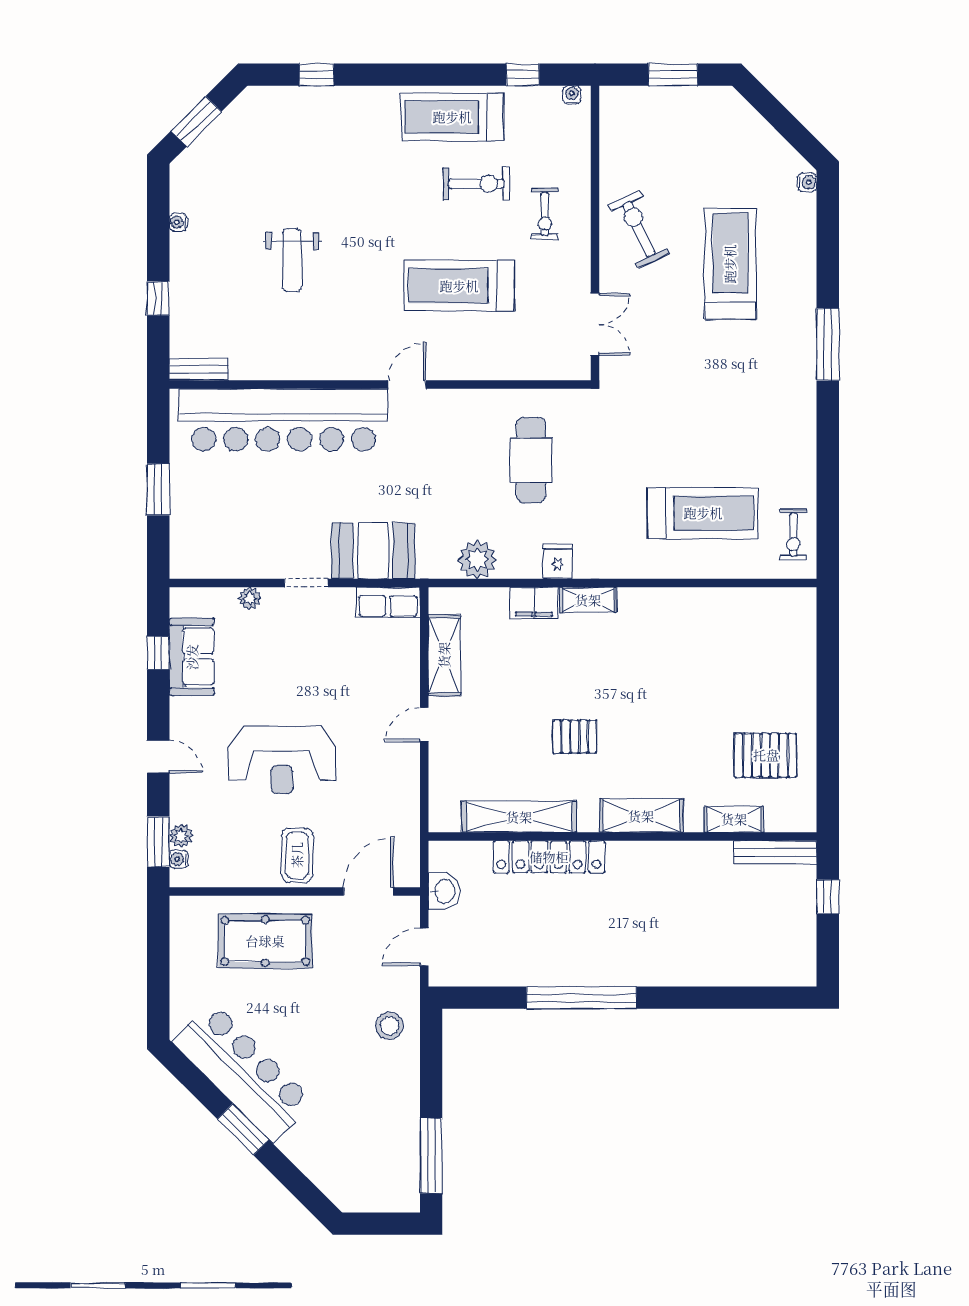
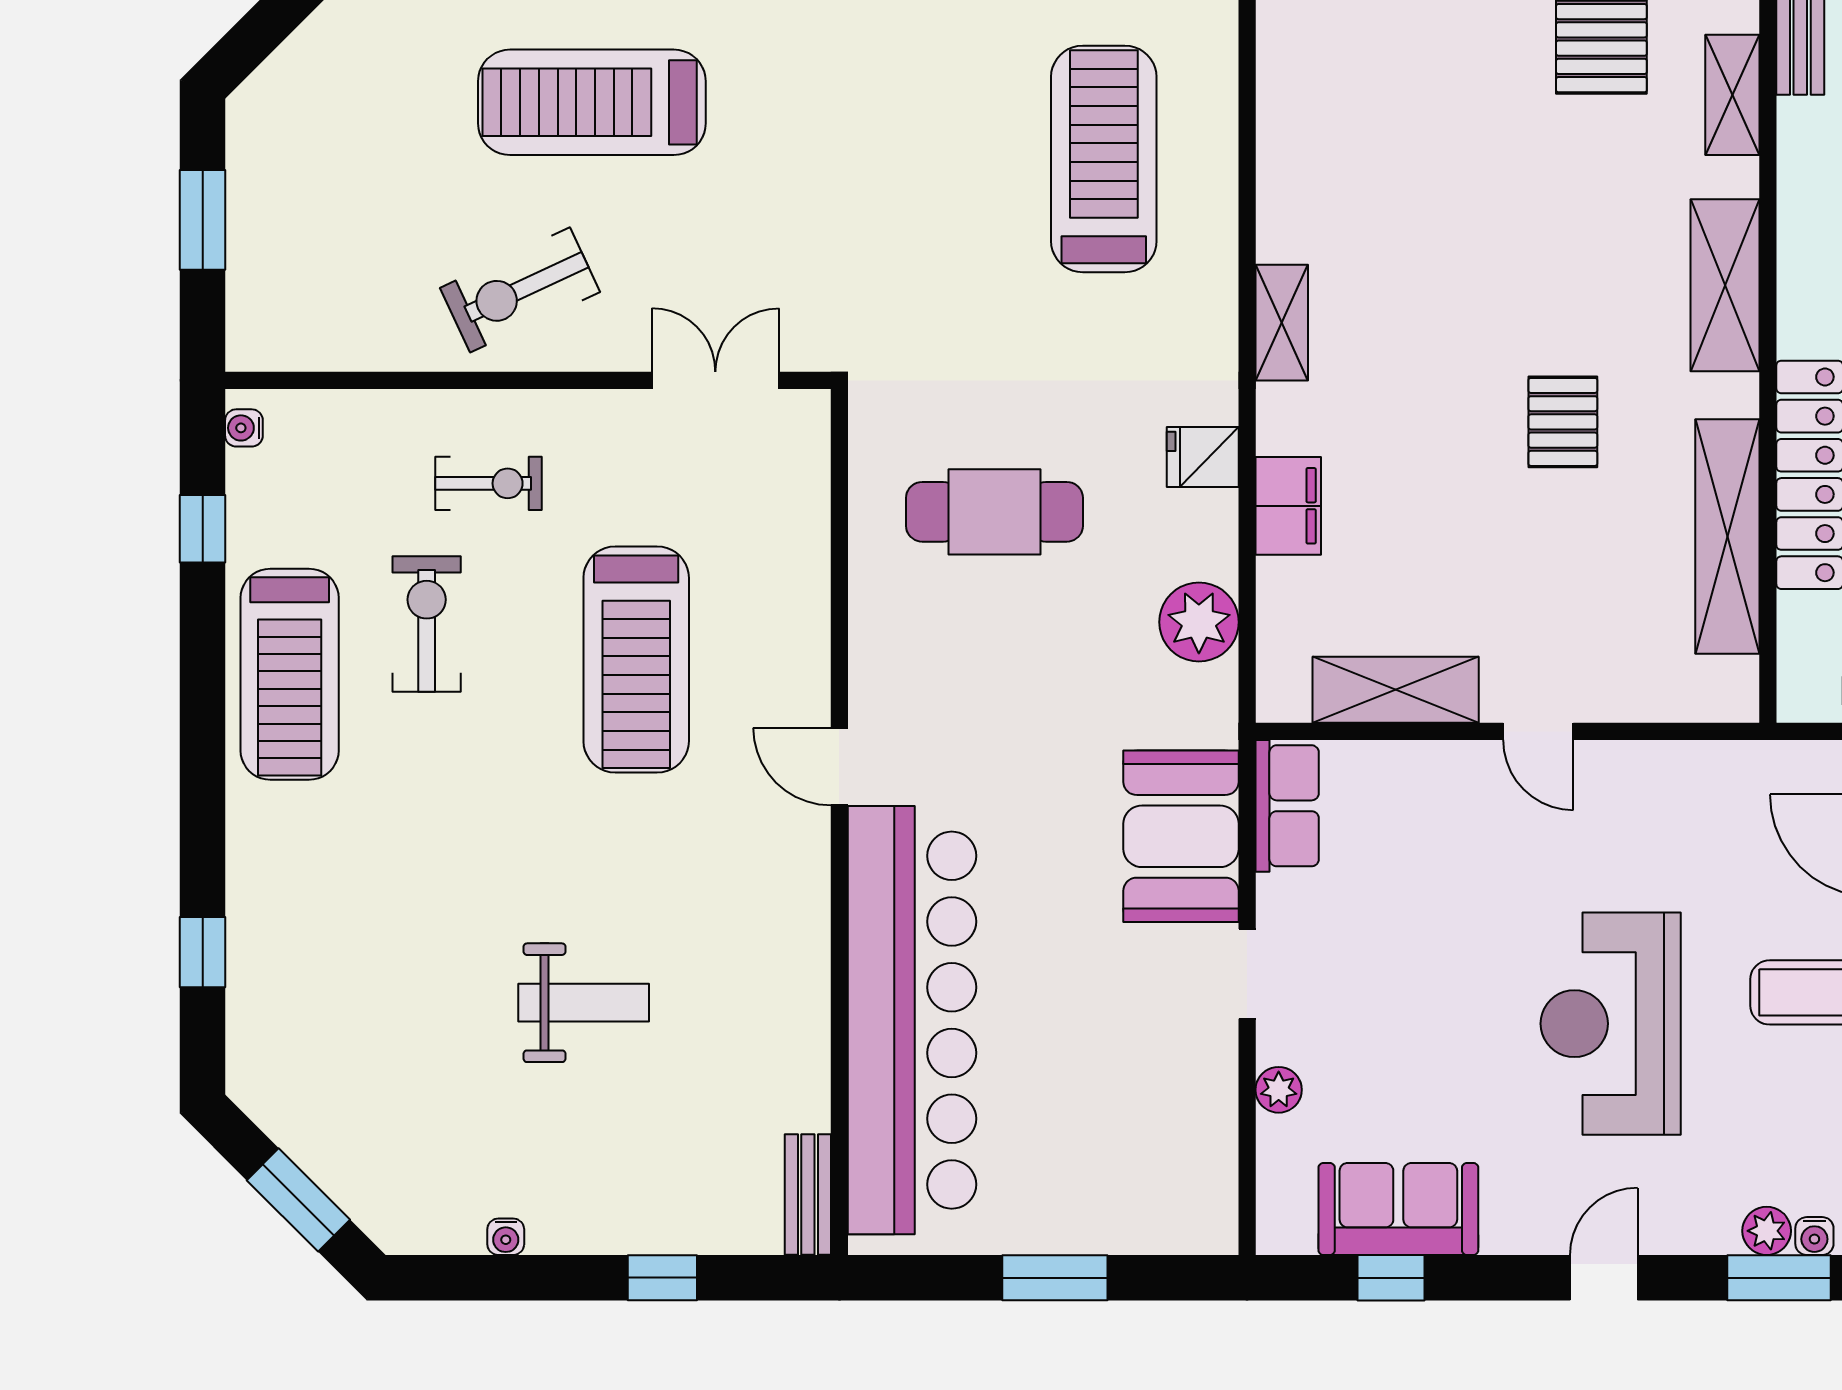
shelving: (588, 600) -> (1282, 323), moved
reception desk: (282, 760) -> (1611, 1024), turned 180

